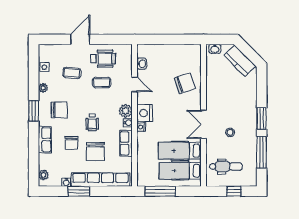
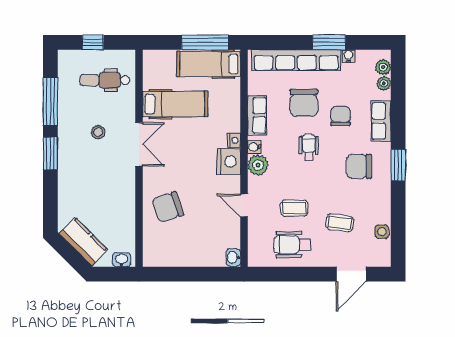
door: (80, 39) -> (351, 274), moved
washbasin: (142, 64) -> (233, 257), moved
plant: (43, 88) -> (384, 83), moved
chair: (95, 152) -> (304, 103), turned 180
hospital bed: (180, 171) -> (209, 64), moved, turned 180

